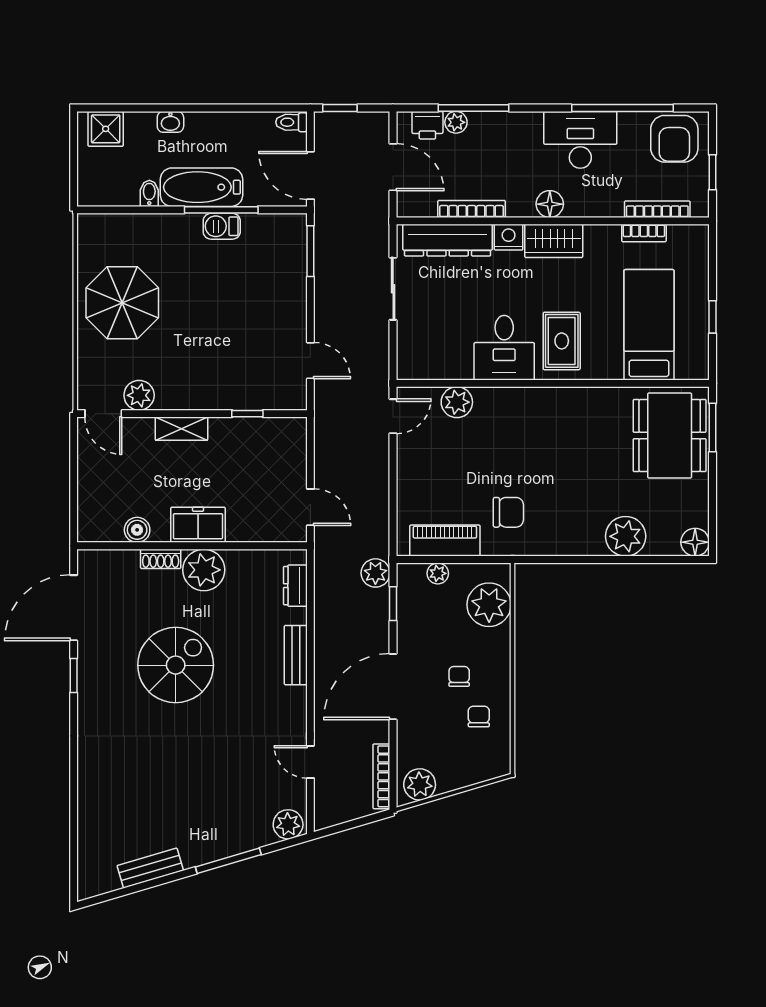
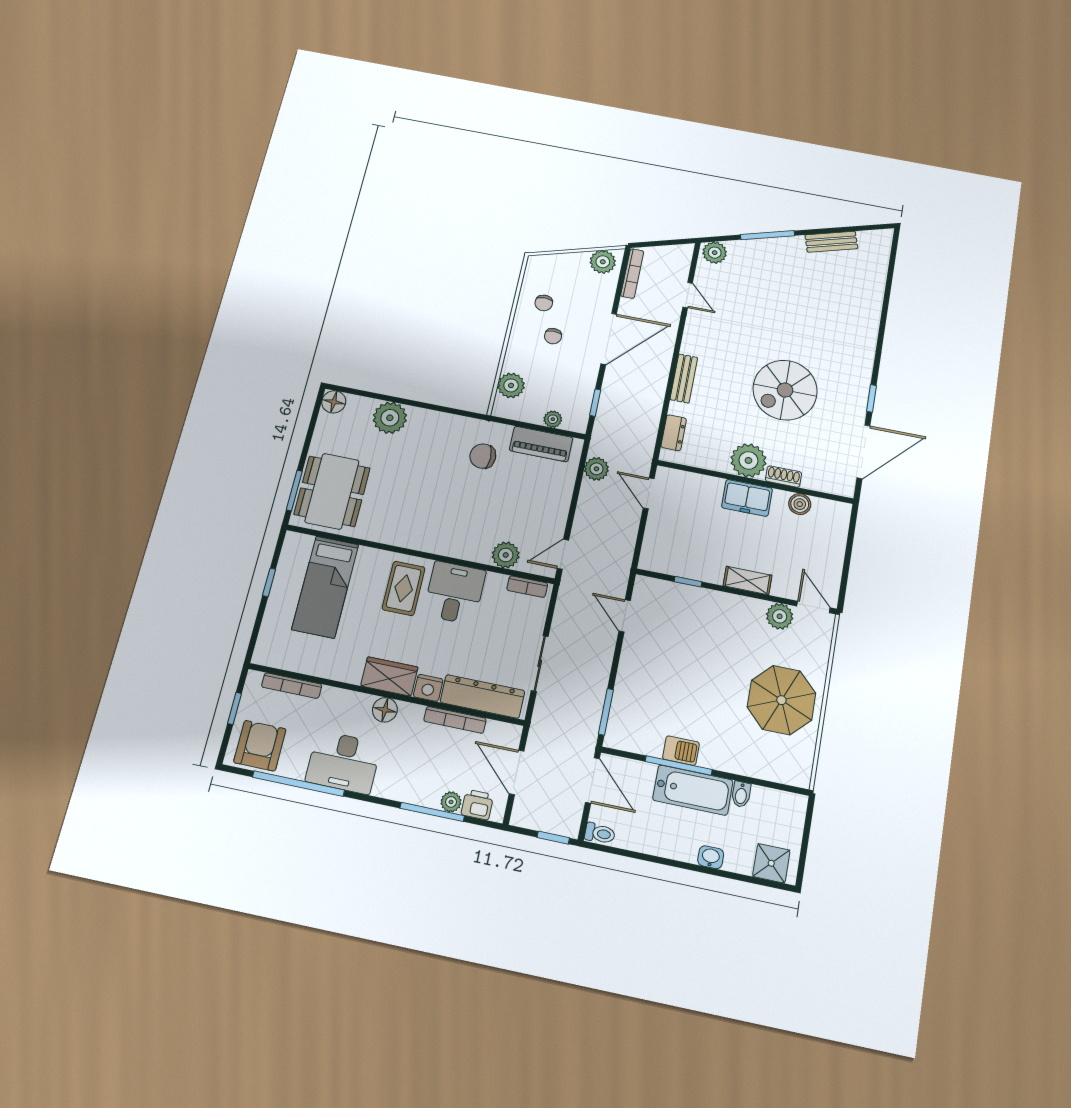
bookcase: (644, 233) -> (527, 587), moved, turned 180
plant: (375, 573) -> (596, 469), moved
plant: (489, 605) -> (511, 385), width x0.73, depth x0.73

